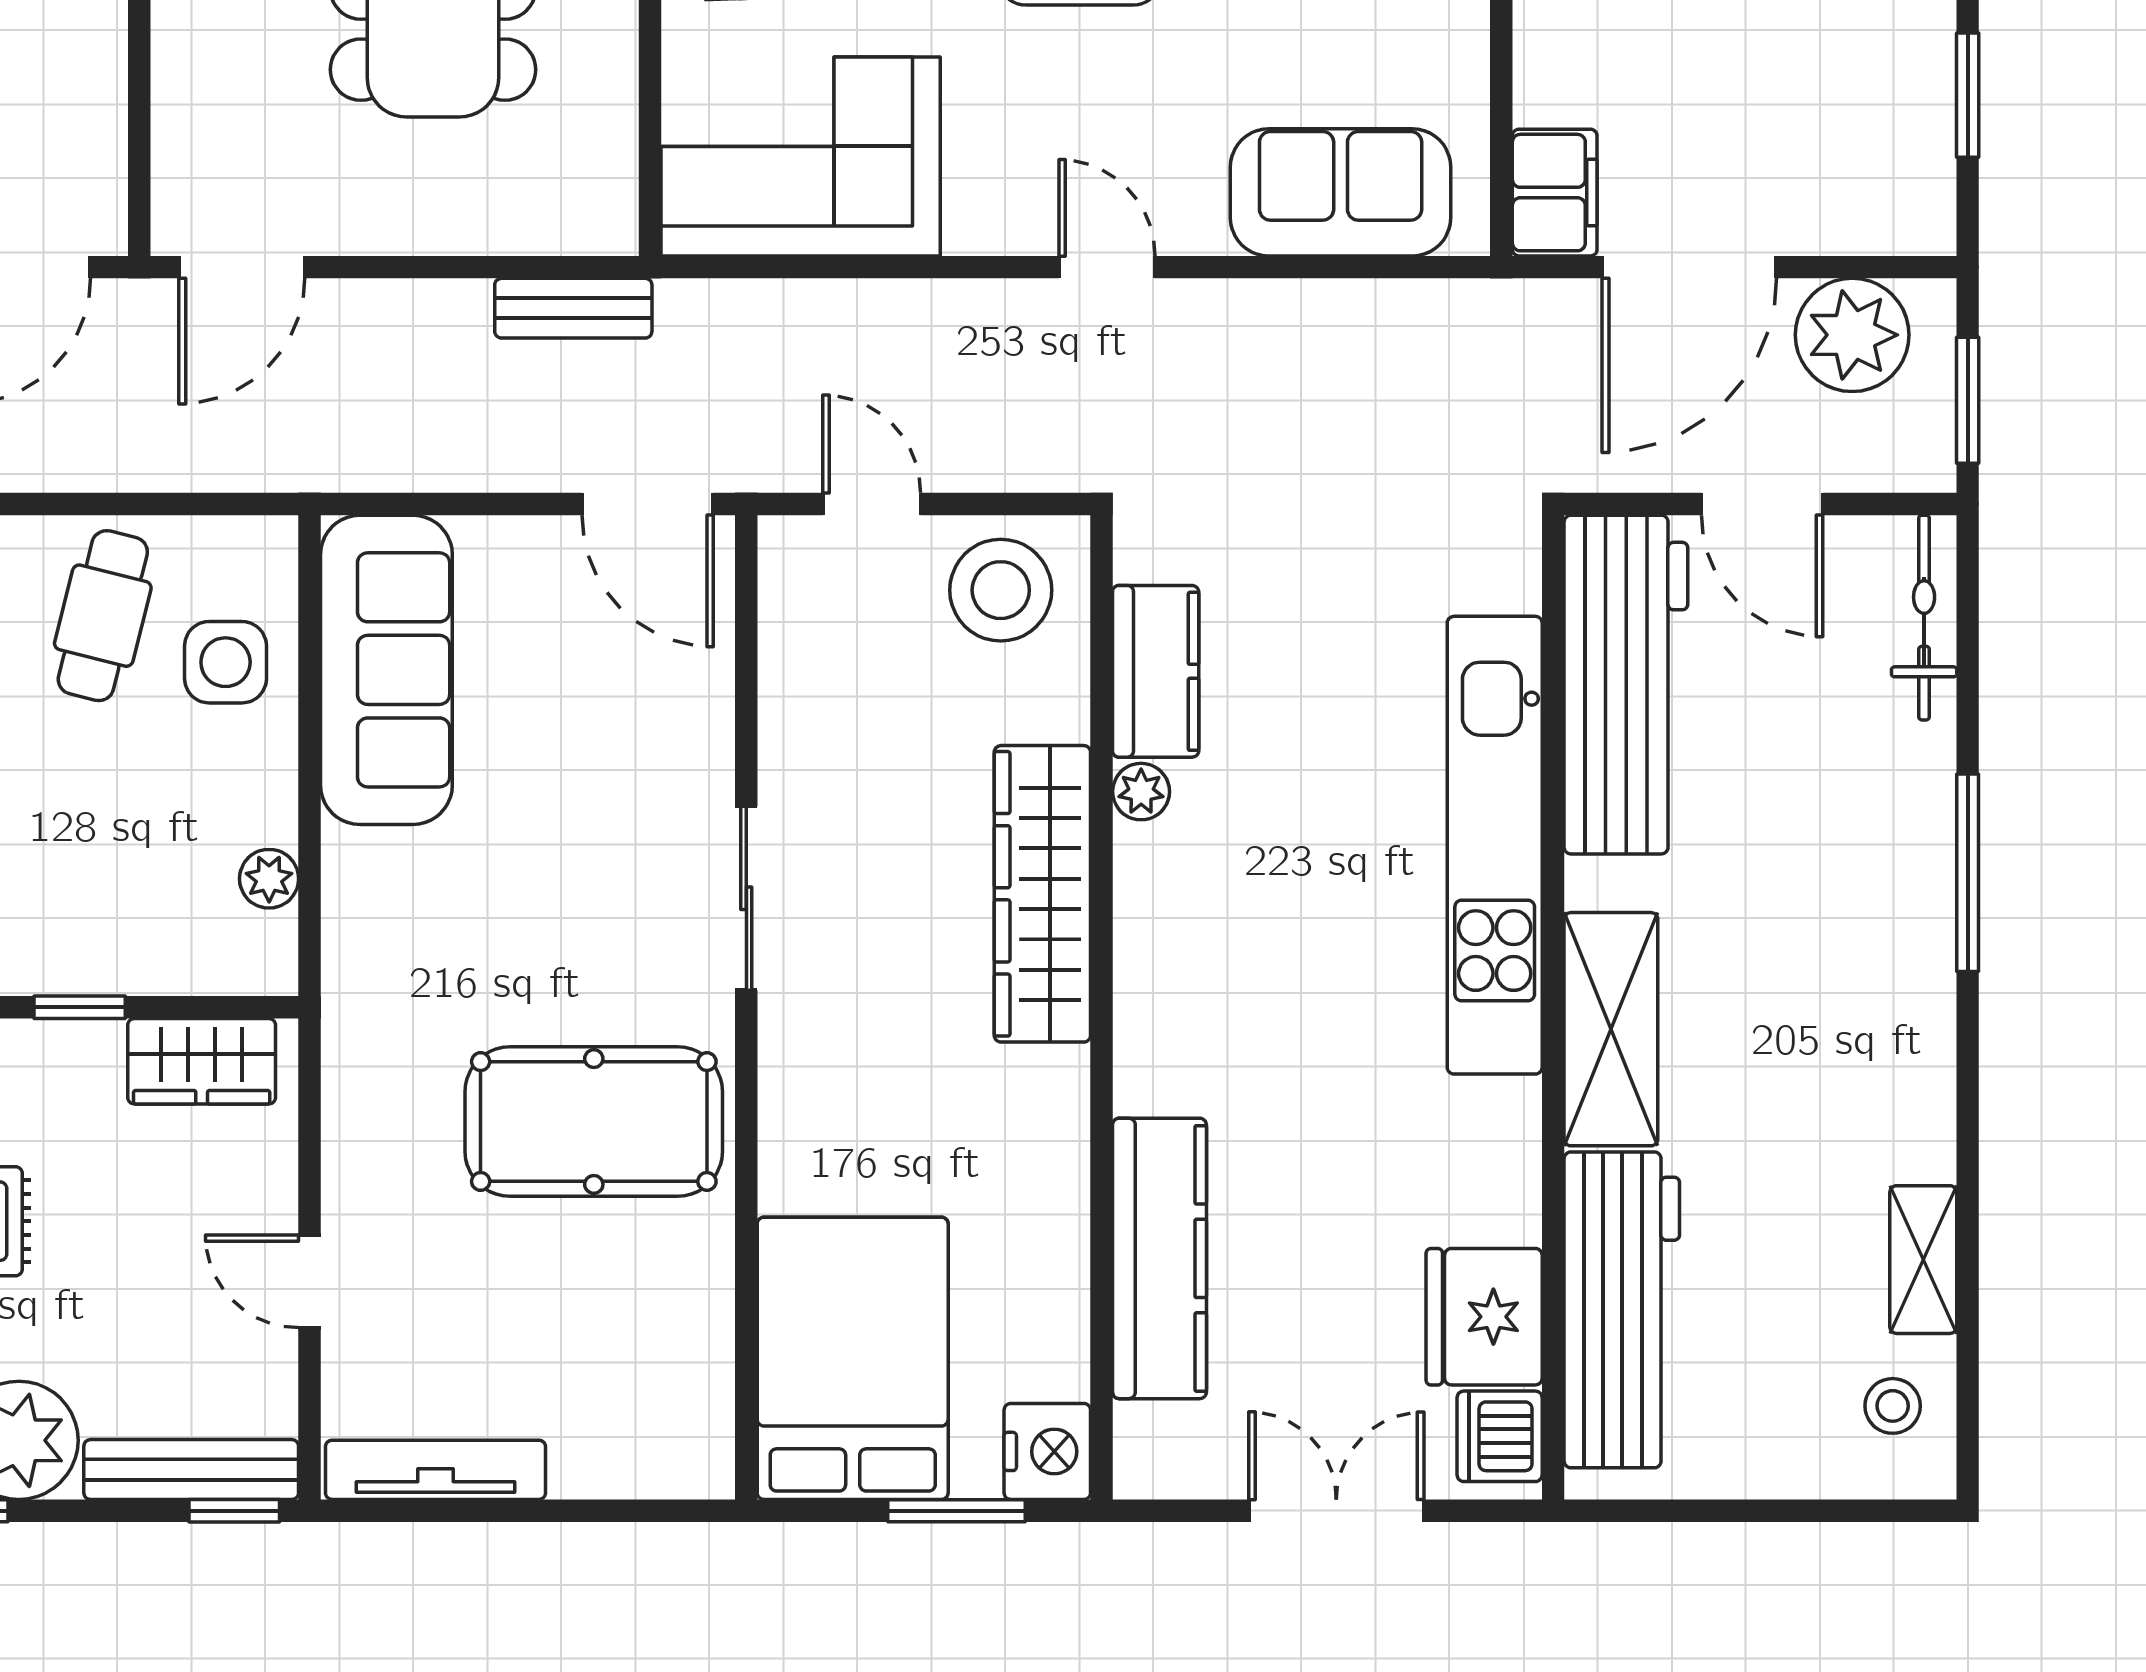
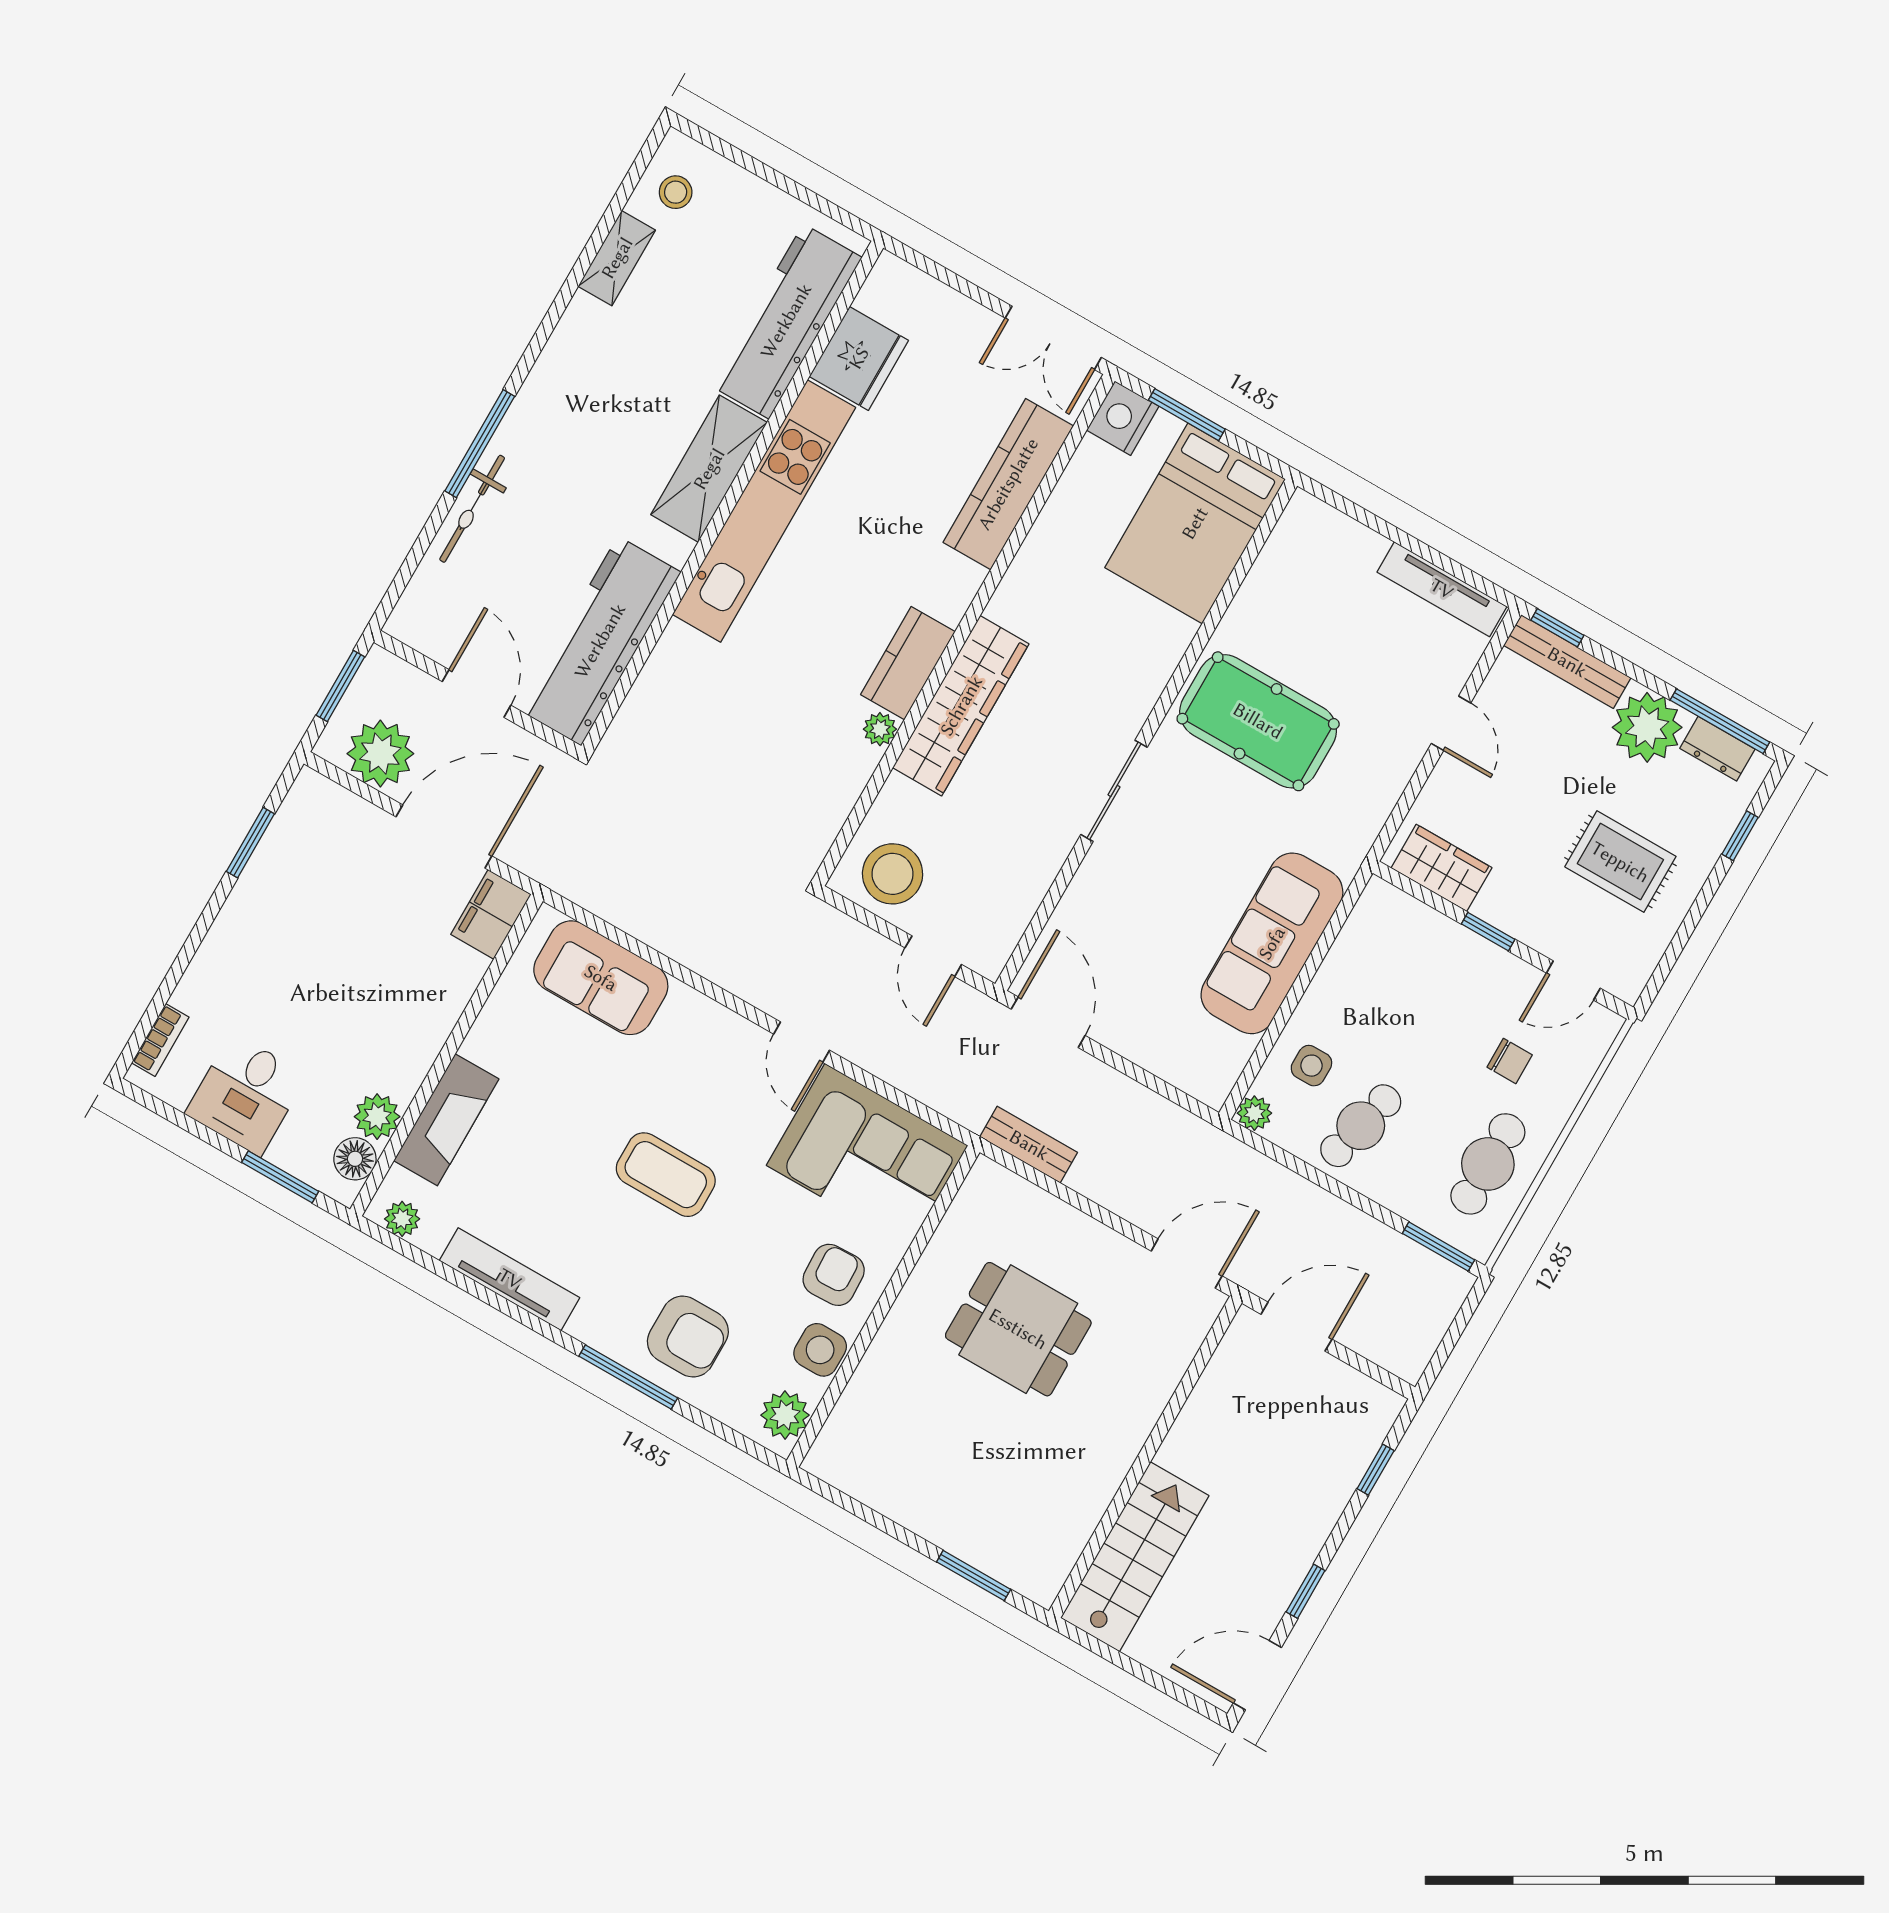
door: (1107, 267) -> (802, 1042), moved
bicycle: (1924, 618) -> (472, 509), moved
side table: (226, 662) -> (1311, 1066), width x0.73, depth x0.73
sofa: (386, 670) -> (1272, 943), moved
kitchen counter: (1156, 671) -> (908, 663), moved
kitchen unit: (1495, 845) -> (764, 511), moved
plant: (269, 879) -> (1254, 1113), moved
dishwasher: (1500, 1436) -> (886, 293), removed
double door: (1336, 1511) -> (1053, 338), moved

